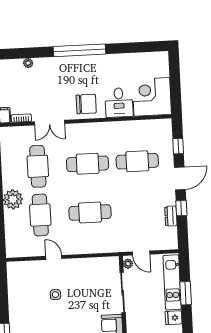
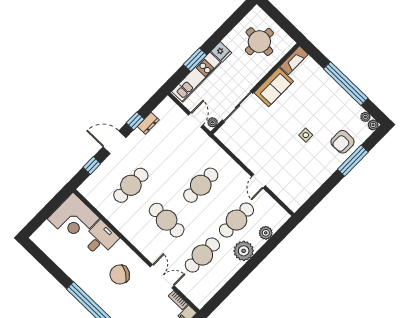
chair: (86, 104) -> (120, 275), moved, turned -58
cafe table: (137, 161) -> (131, 185), turned 90
cafe table: (90, 212) -> (201, 185), turned 90
plant: (11, 228) -> (266, 233), added
side table: (55, 295) -> (306, 135), moved

